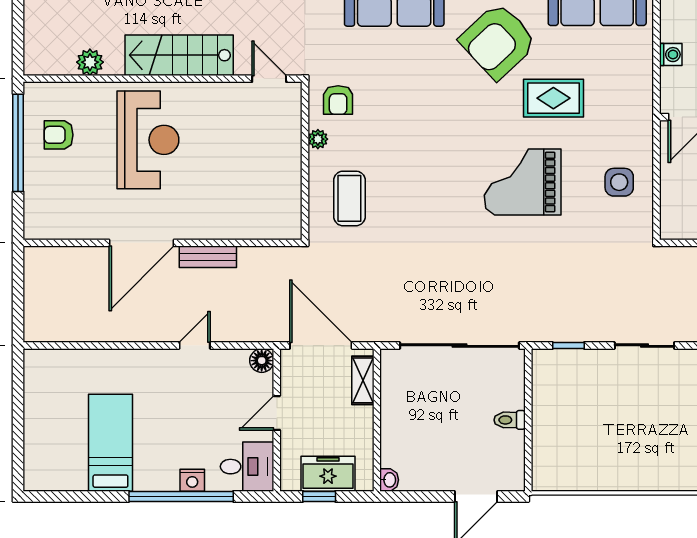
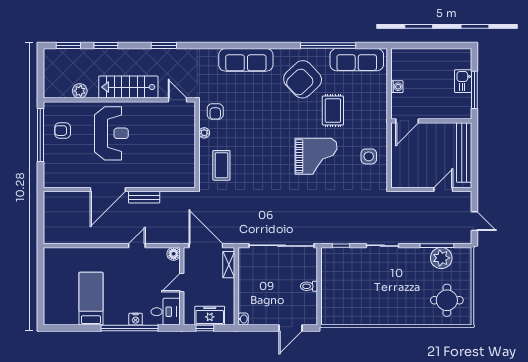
rug: (553, 98) -> (333, 111), turned 90
grand piano: (523, 182) -> (316, 156), turned 180

